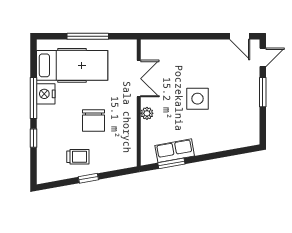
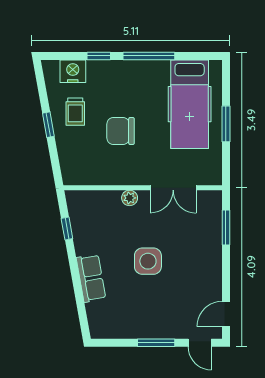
window: (88, 36) -> (226, 124), width x0.69
window: (171, 36) -> (226, 227), added
nightstand: (46, 94) -> (73, 71), moved
row of seats: (175, 151) -> (91, 278), moved
window: (171, 163) -> (67, 229), width x0.67

